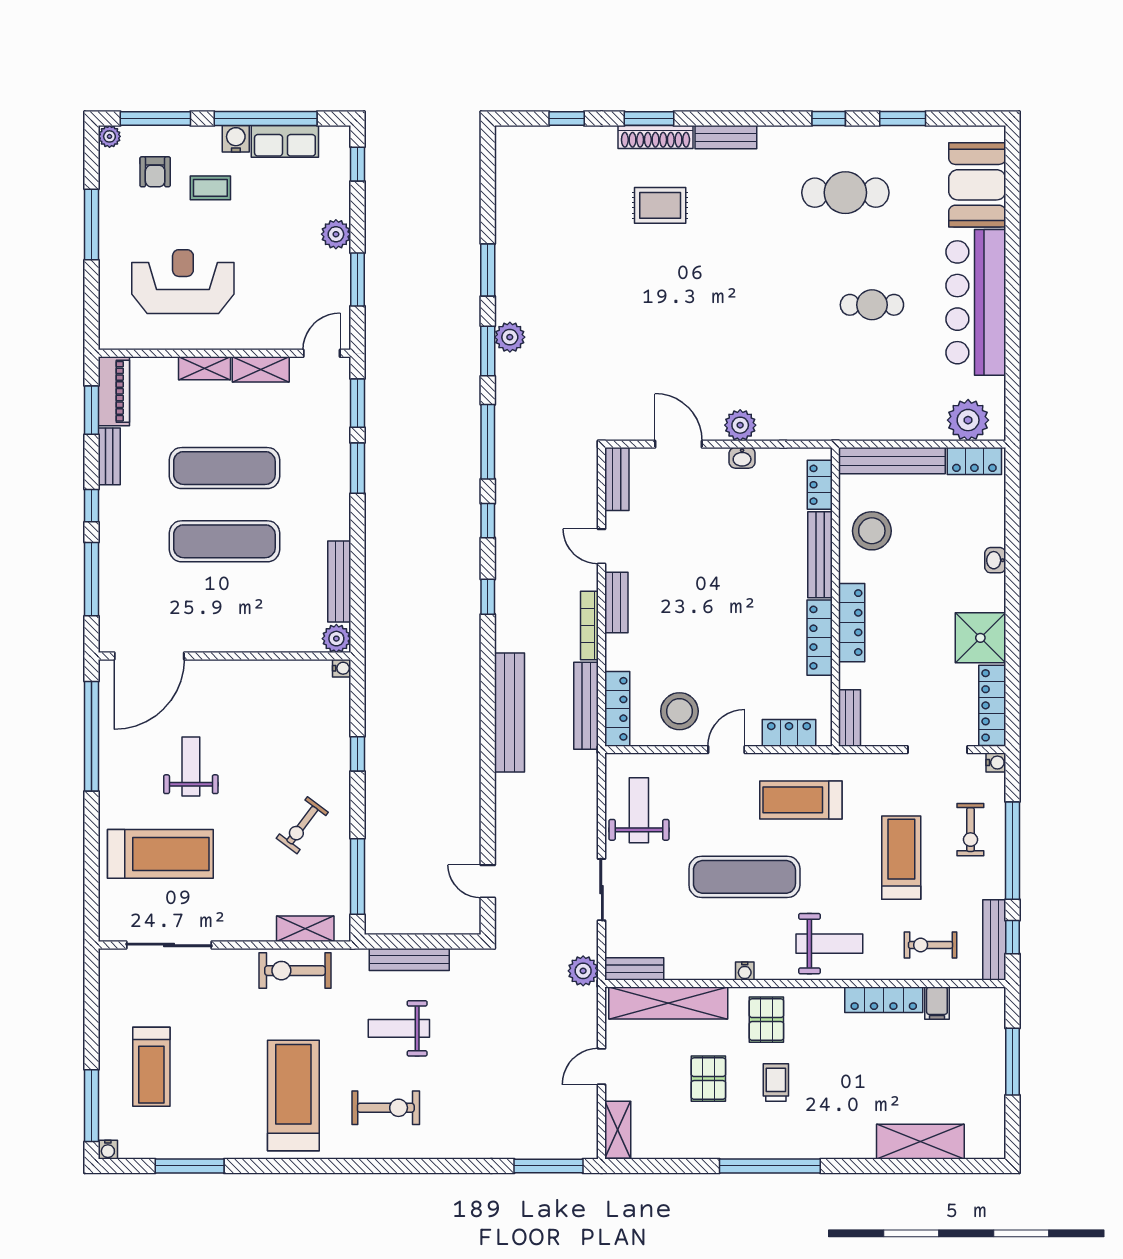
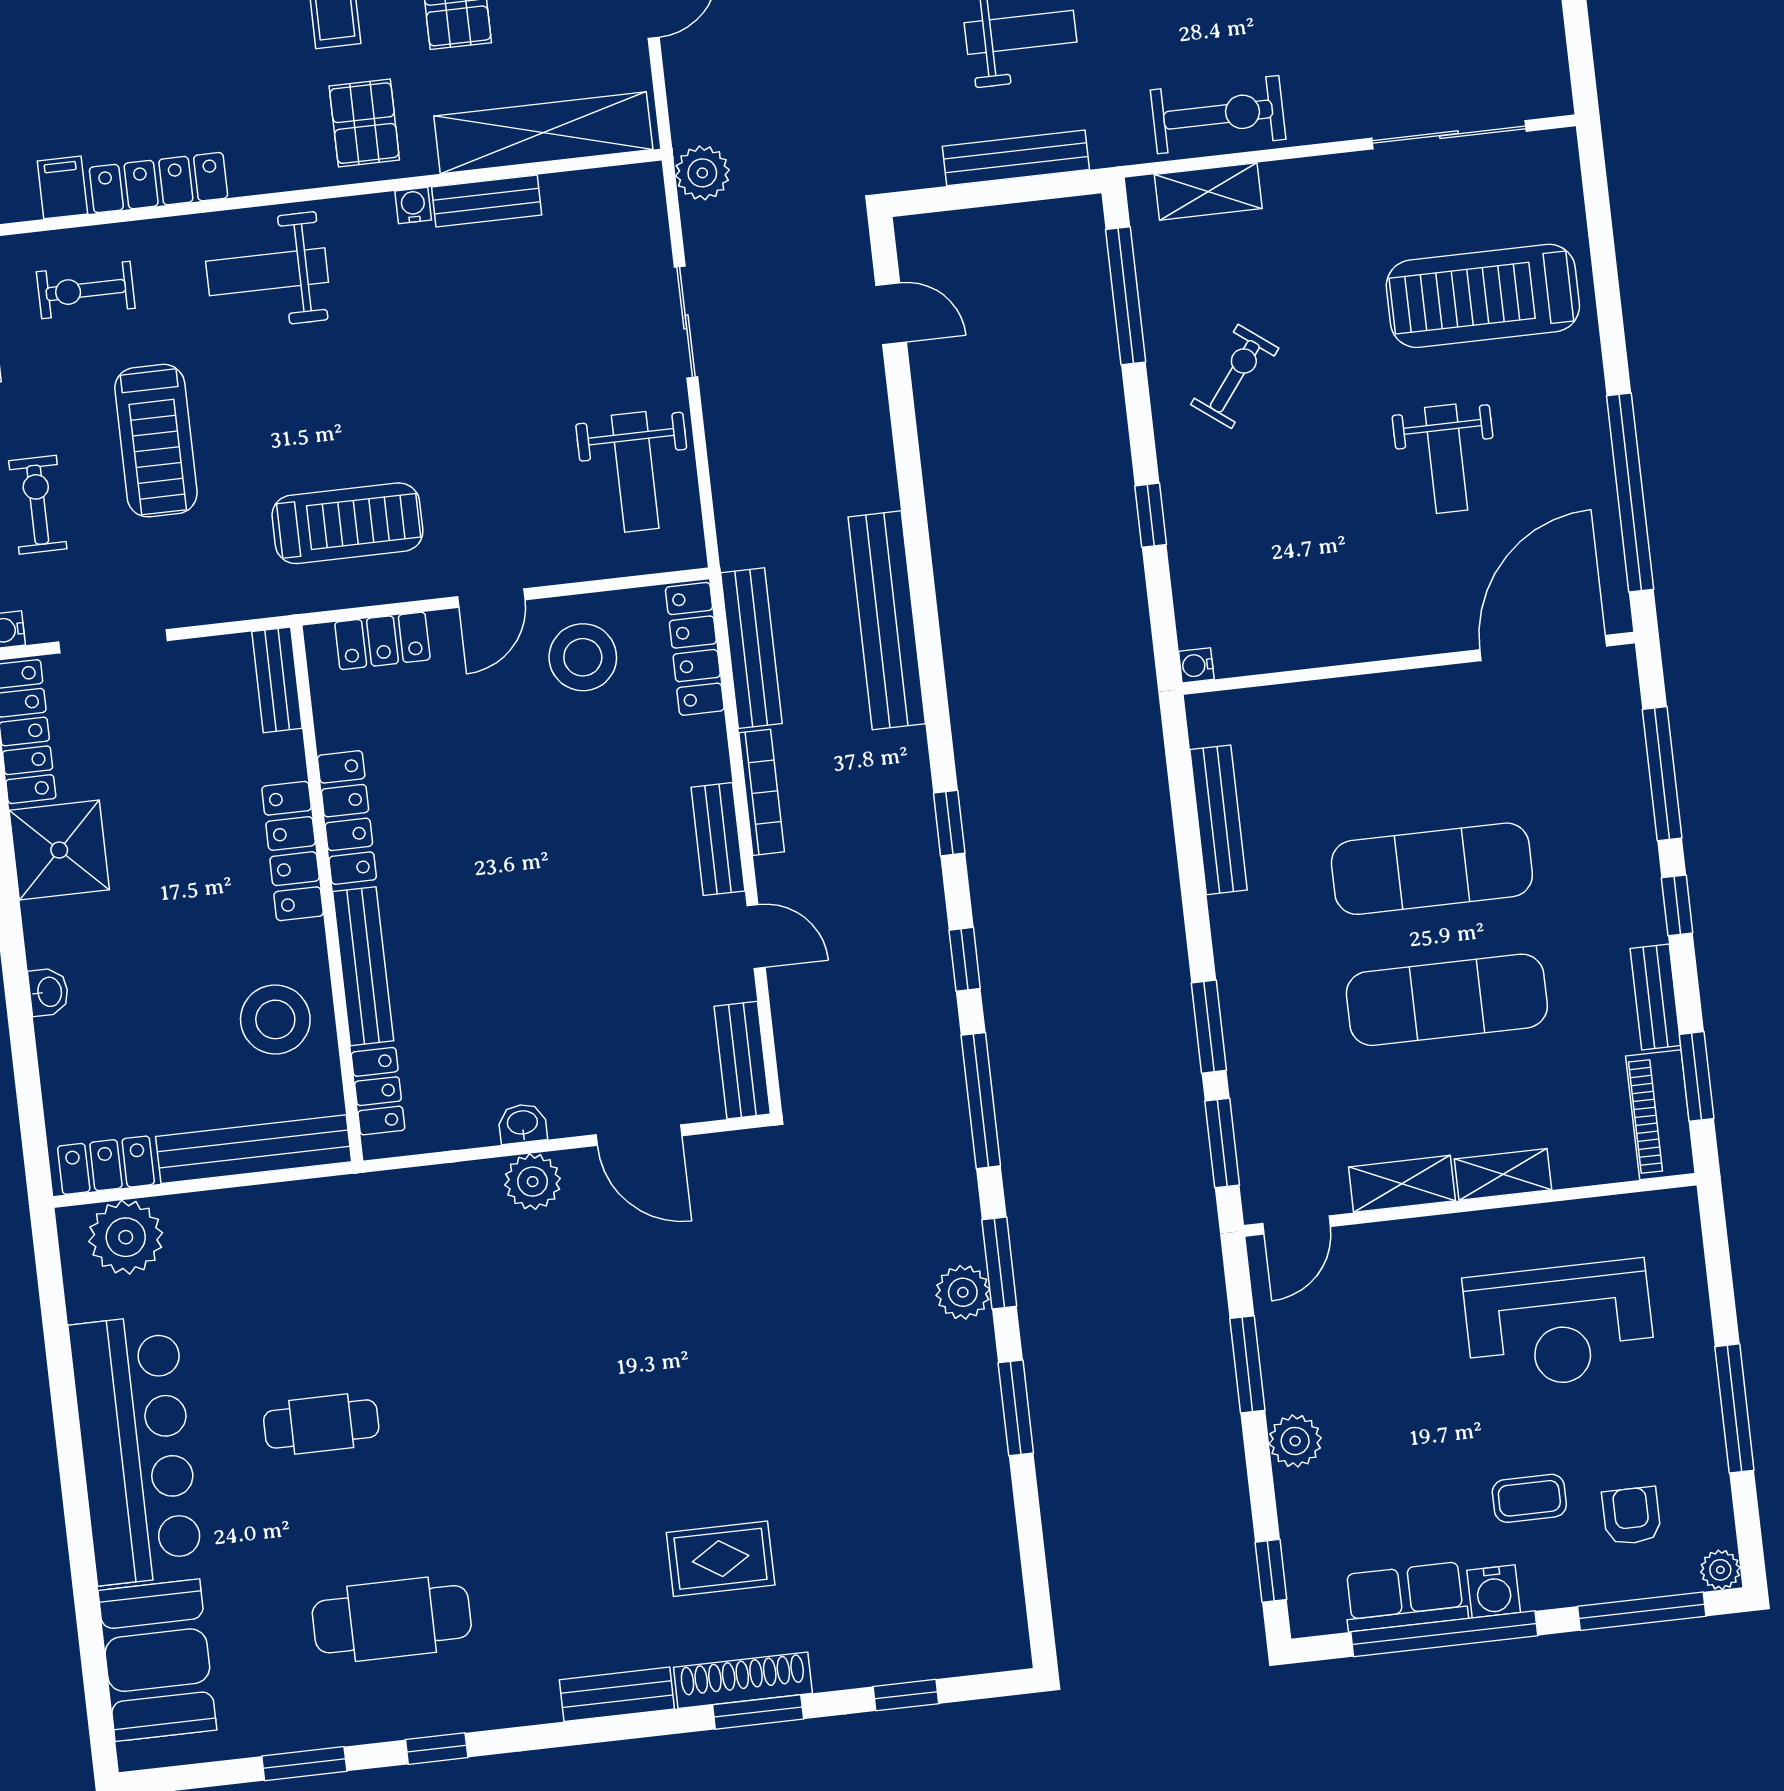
plant: (336, 639) -> (1212, 717), removed
exercise mat: (744, 877) -> (433, 374), removed
exercise bike: (931, 945) -> (86, 290), turned 180
bench: (634, 969) -> (487, 201), moved

